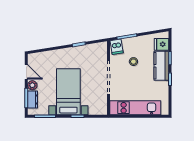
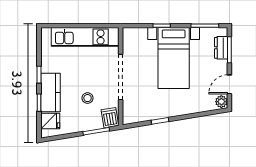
door: (26, 72) -> (229, 84), hinge flipped
plant: (32, 85) -> (221, 102), moved

